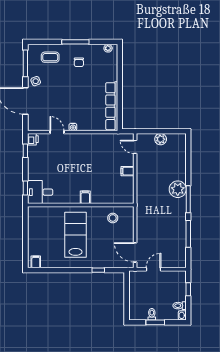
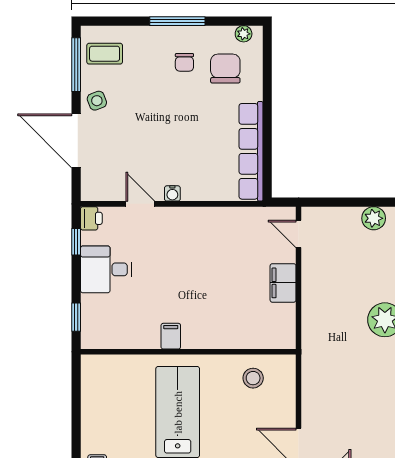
coffee table: (50, 57) -> (105, 54), moved
chair: (99, 65) -> (225, 69), added
plant: (161, 139) -> (374, 218), moved
filing cabinet: (127, 171) -> (283, 283), width x2.00
desk: (40, 192) -> (106, 269), moved
filing cabinet: (85, 197) -> (171, 336), moved

